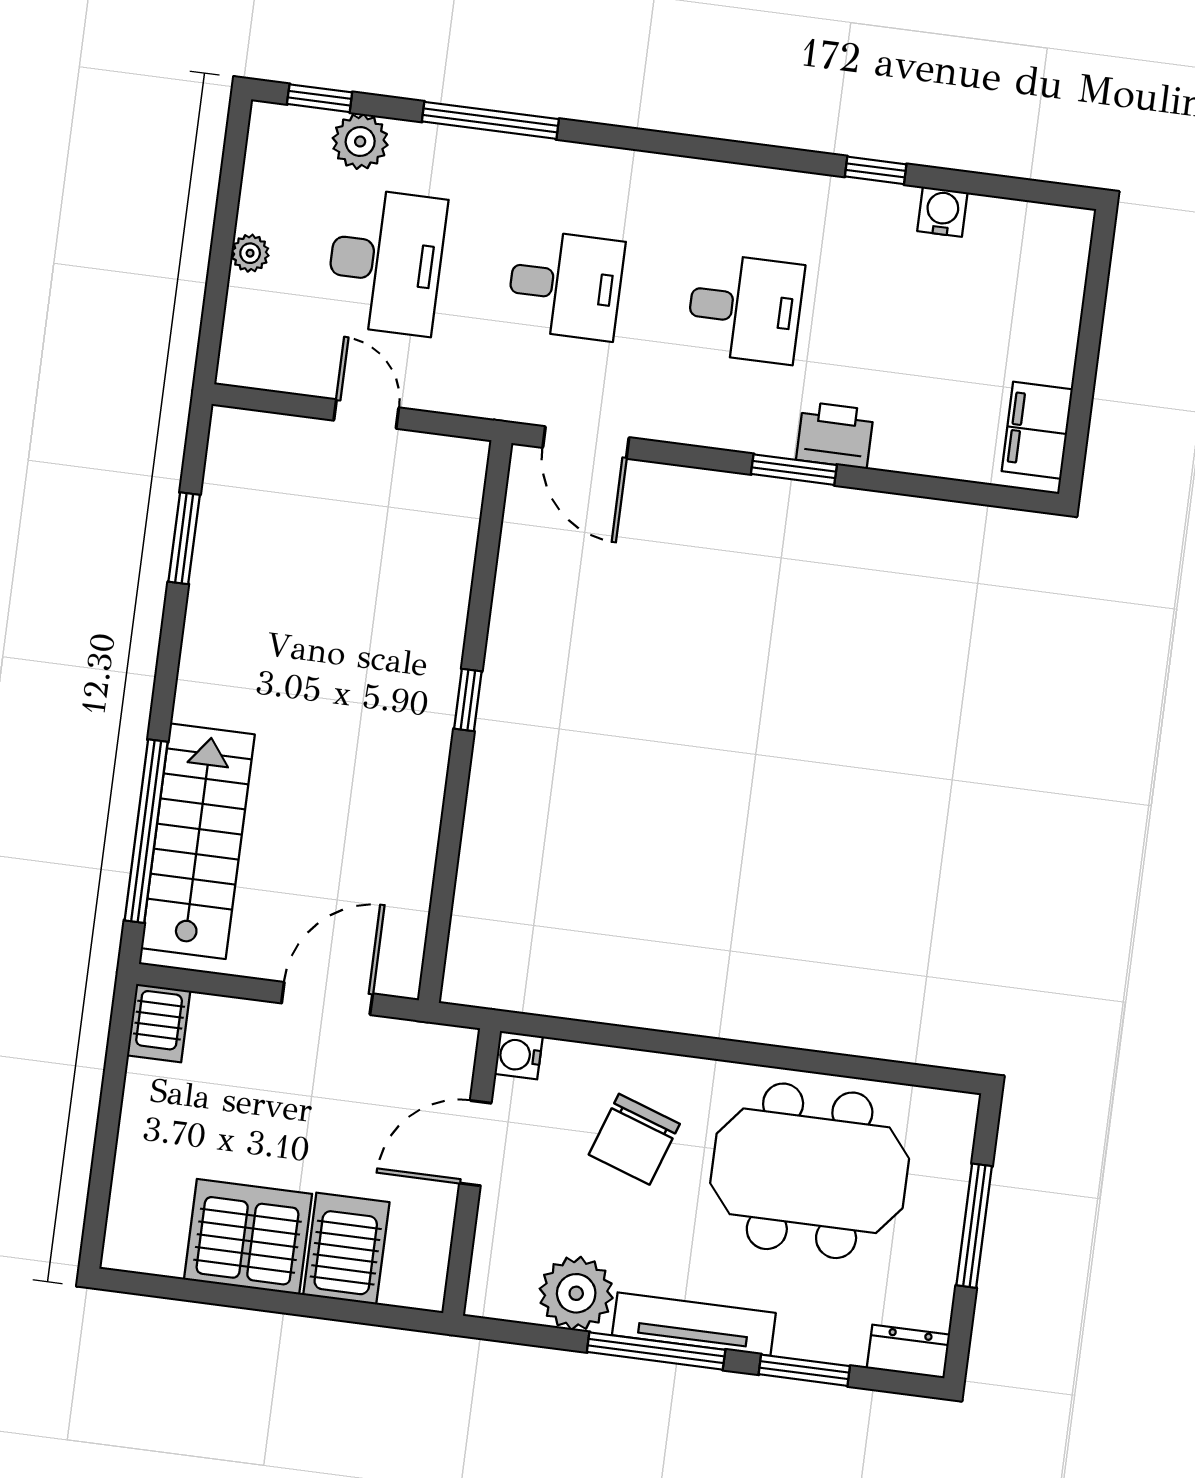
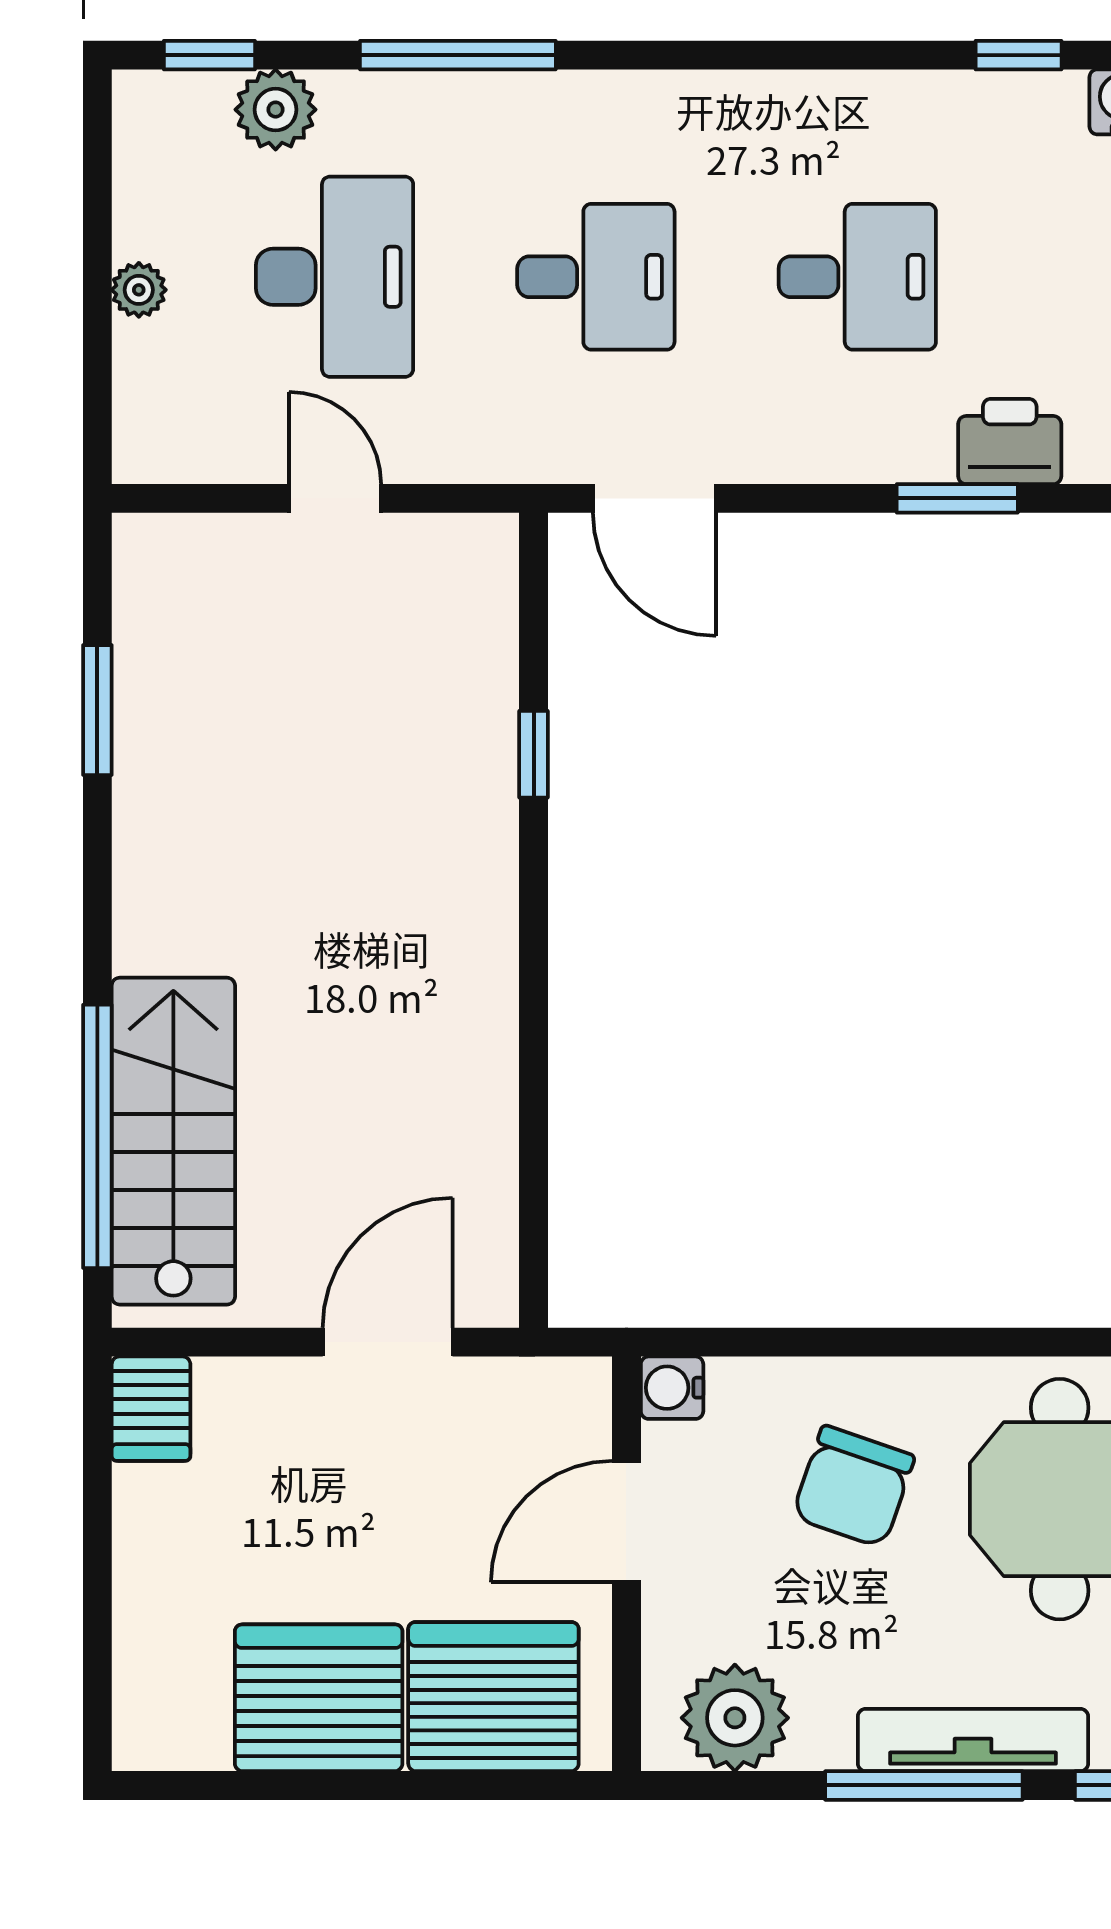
window: (468, 700) -> (534, 754), moved
server rack: (346, 1249) -> (493, 1697), width x1.60
plant: (576, 1293) -> (735, 1718), moved

